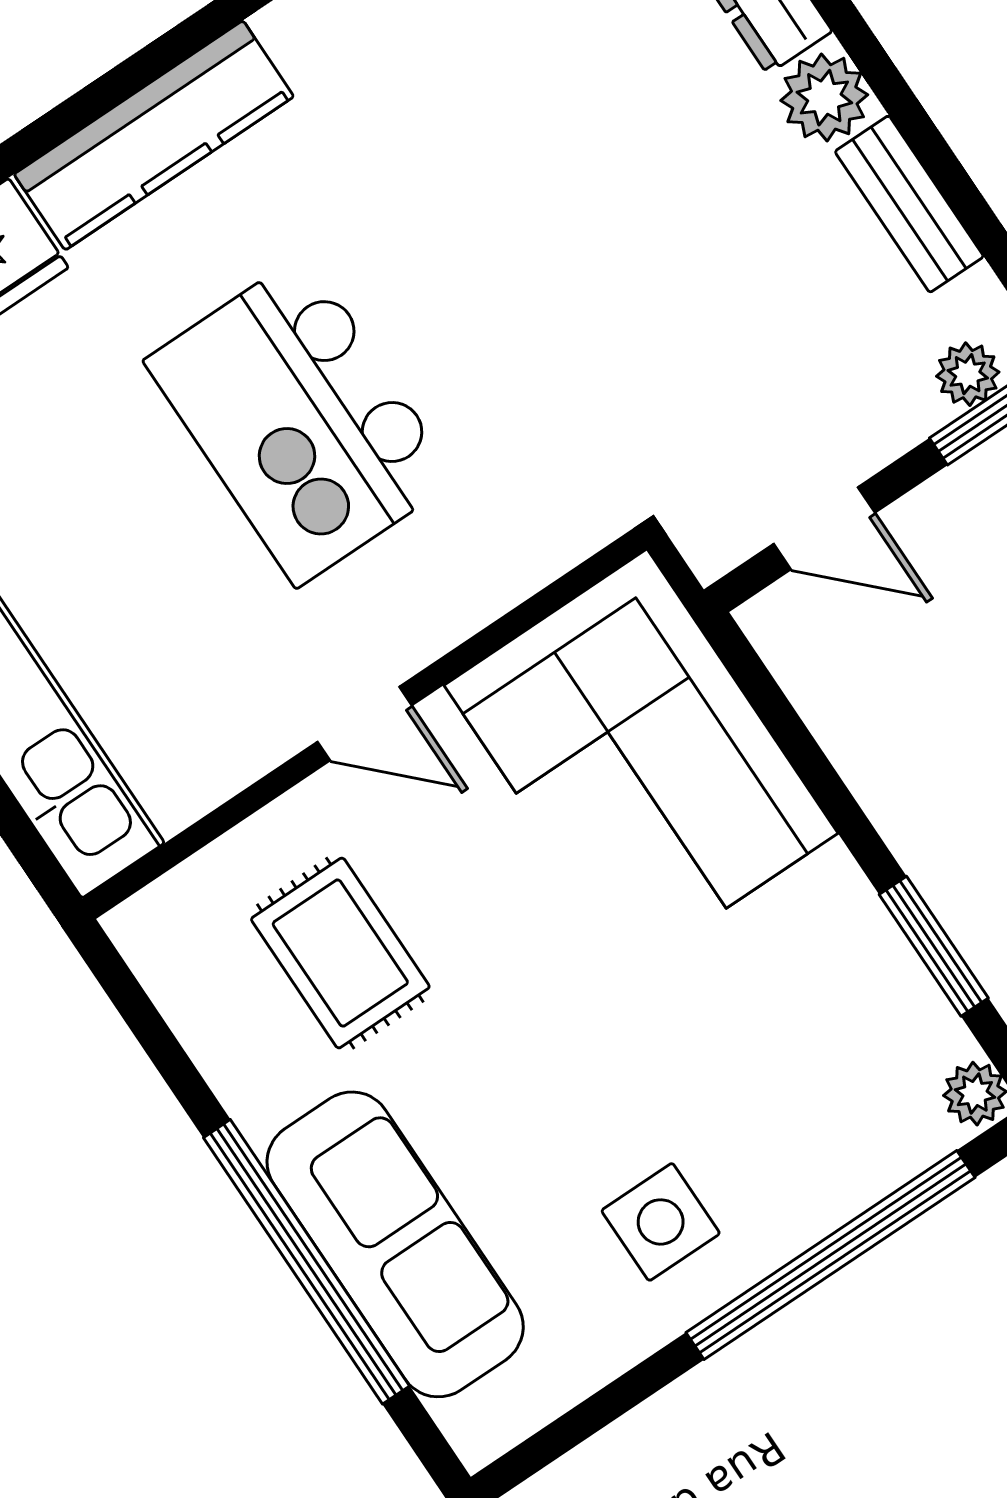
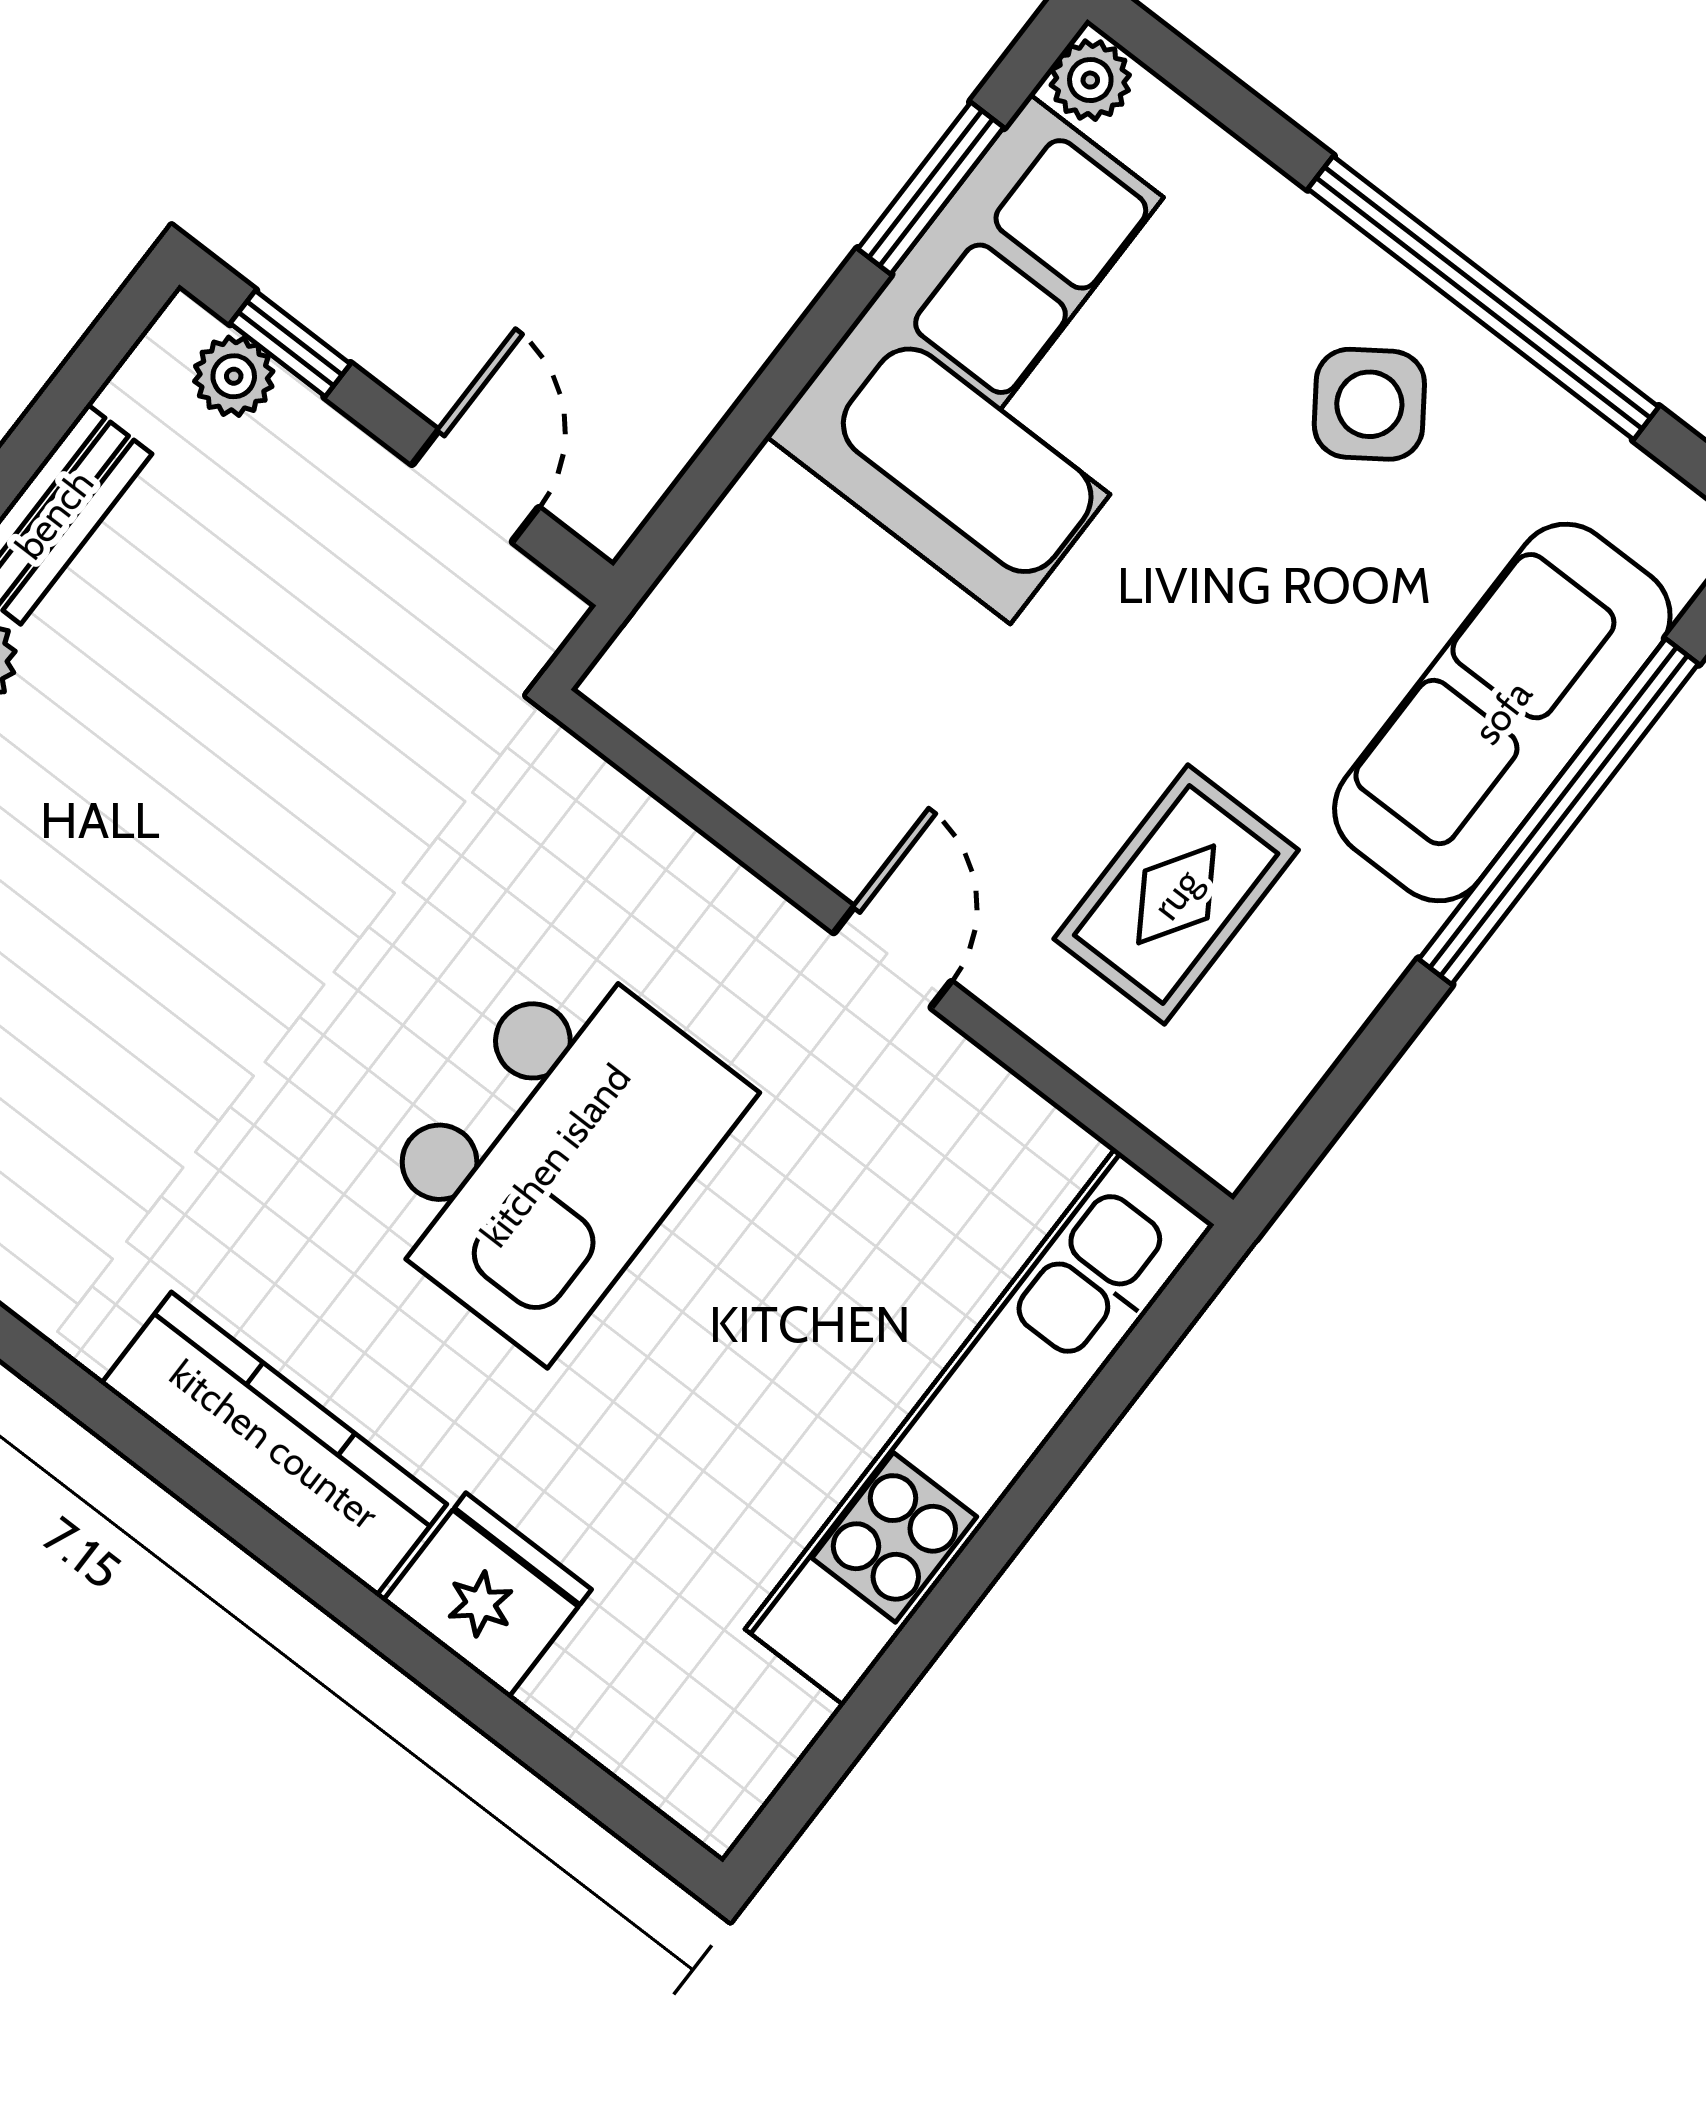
corner sofa: (641, 759) -> (1020, 359), moved
side table: (661, 1222) -> (1369, 404), turned -35
window: (830, 1255) -> (1483, 298), moved

